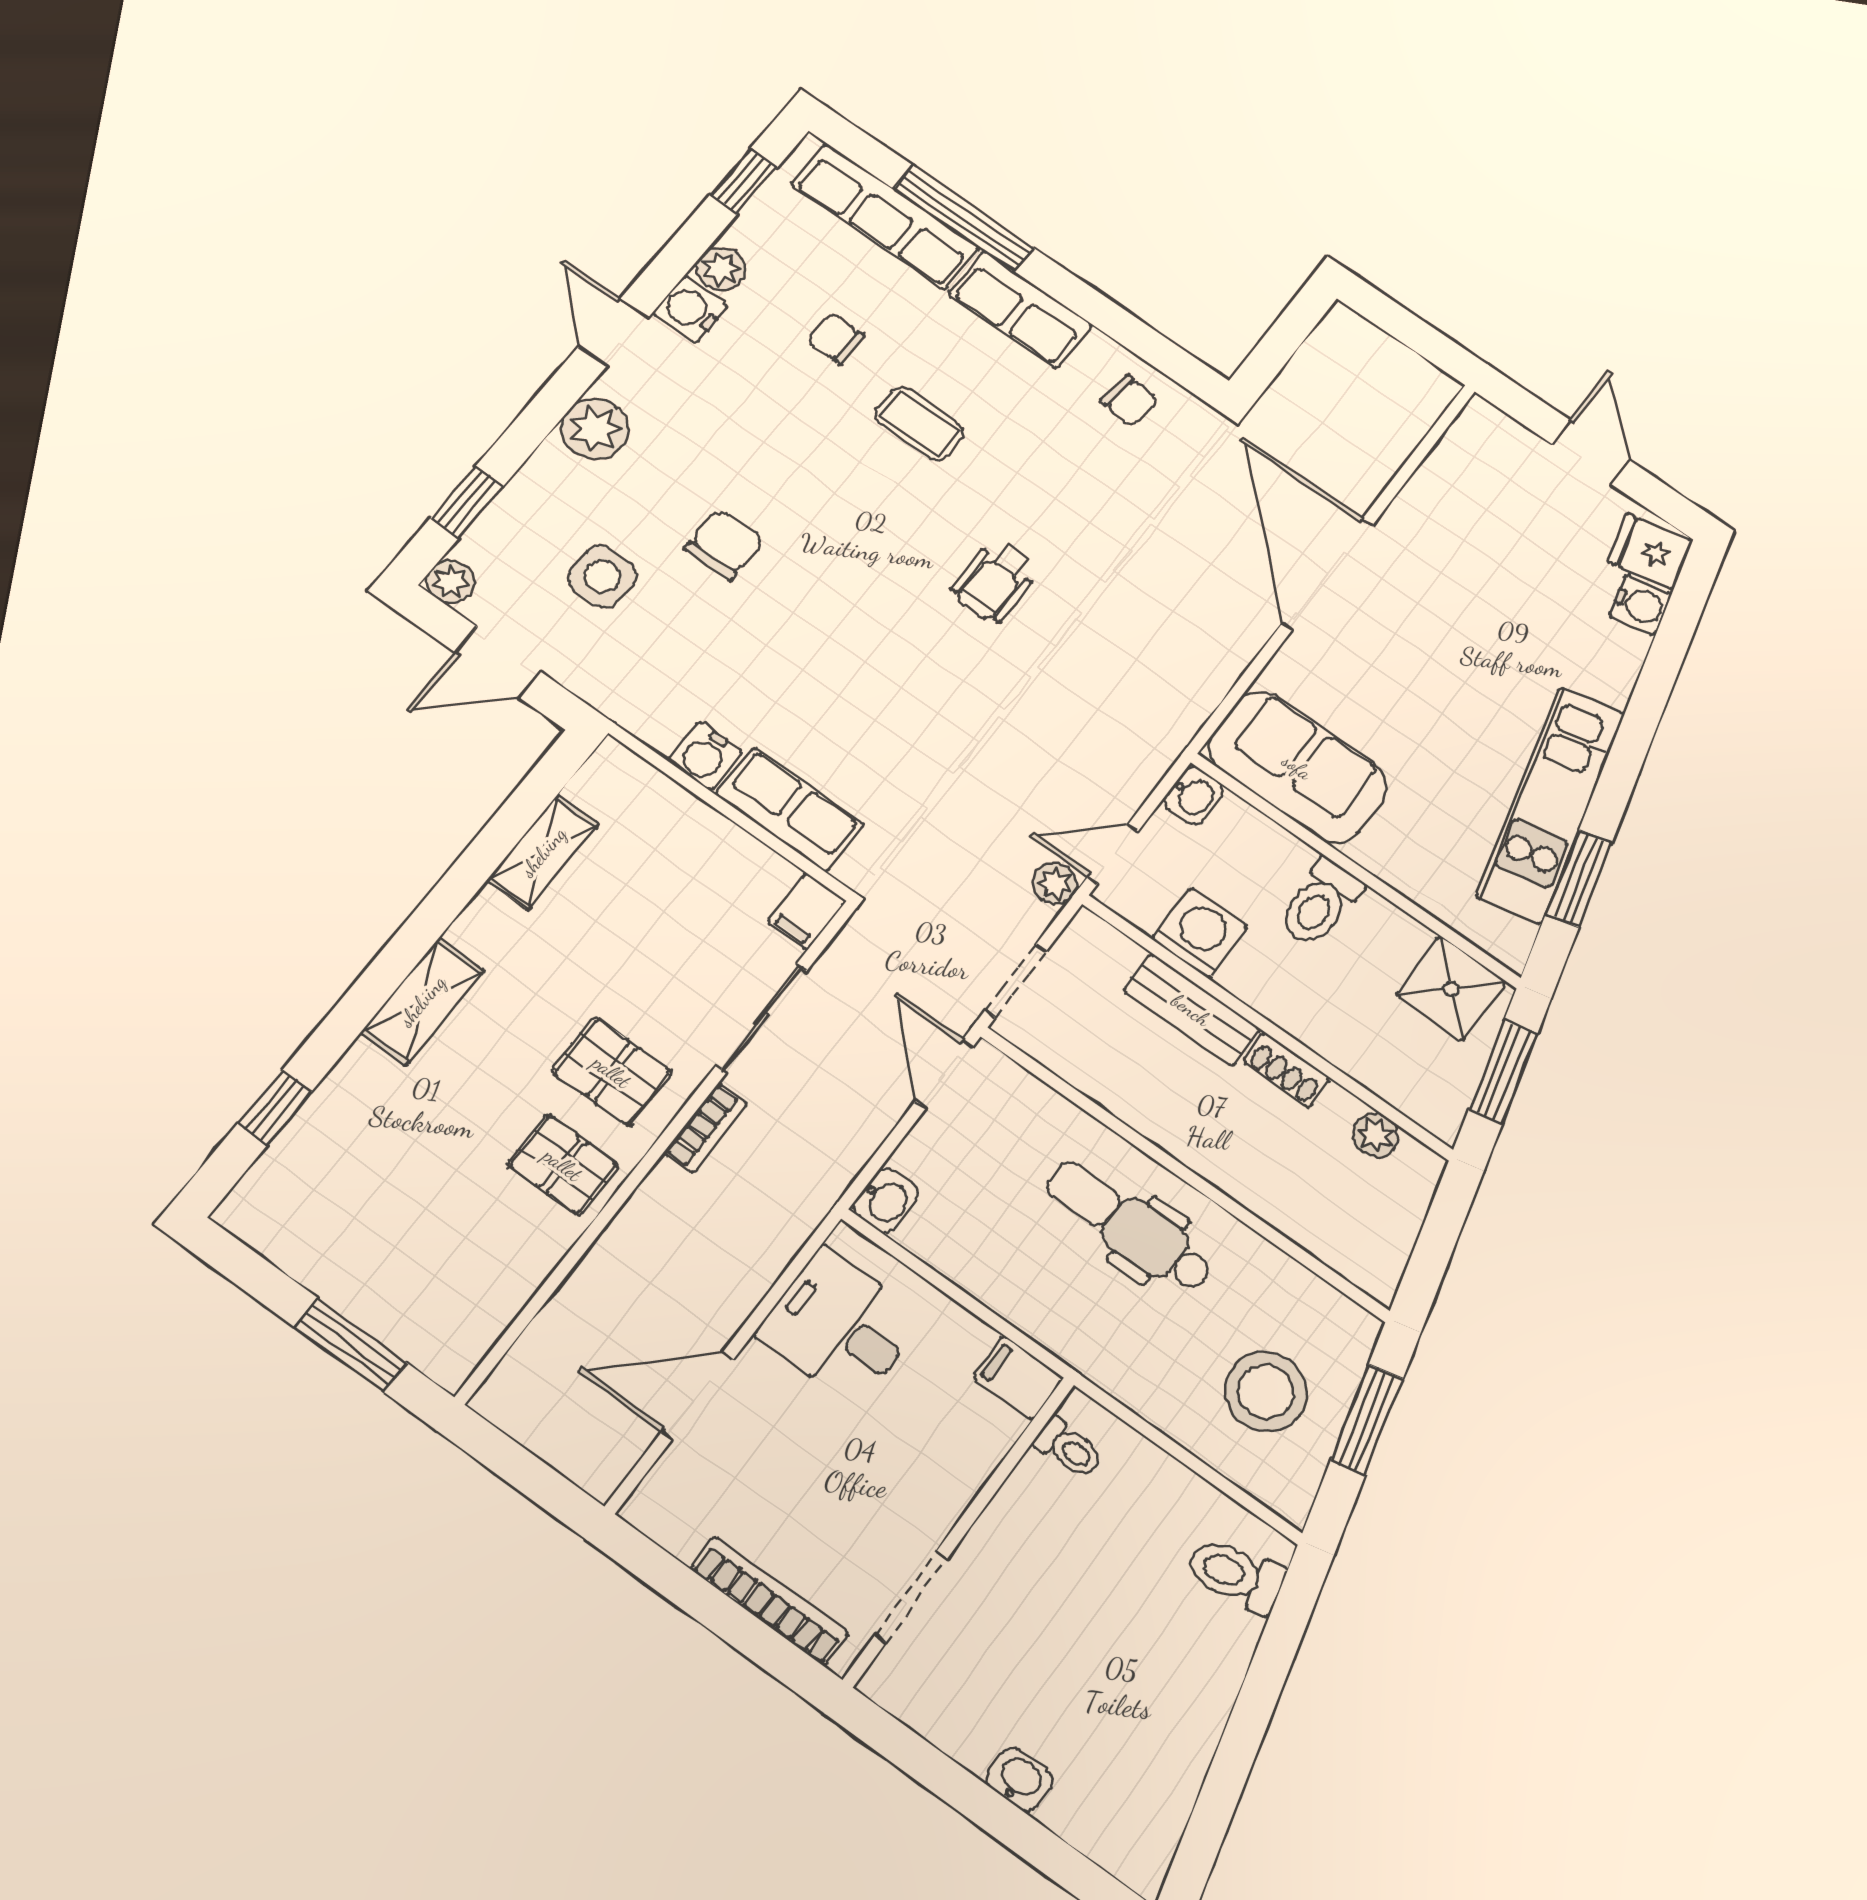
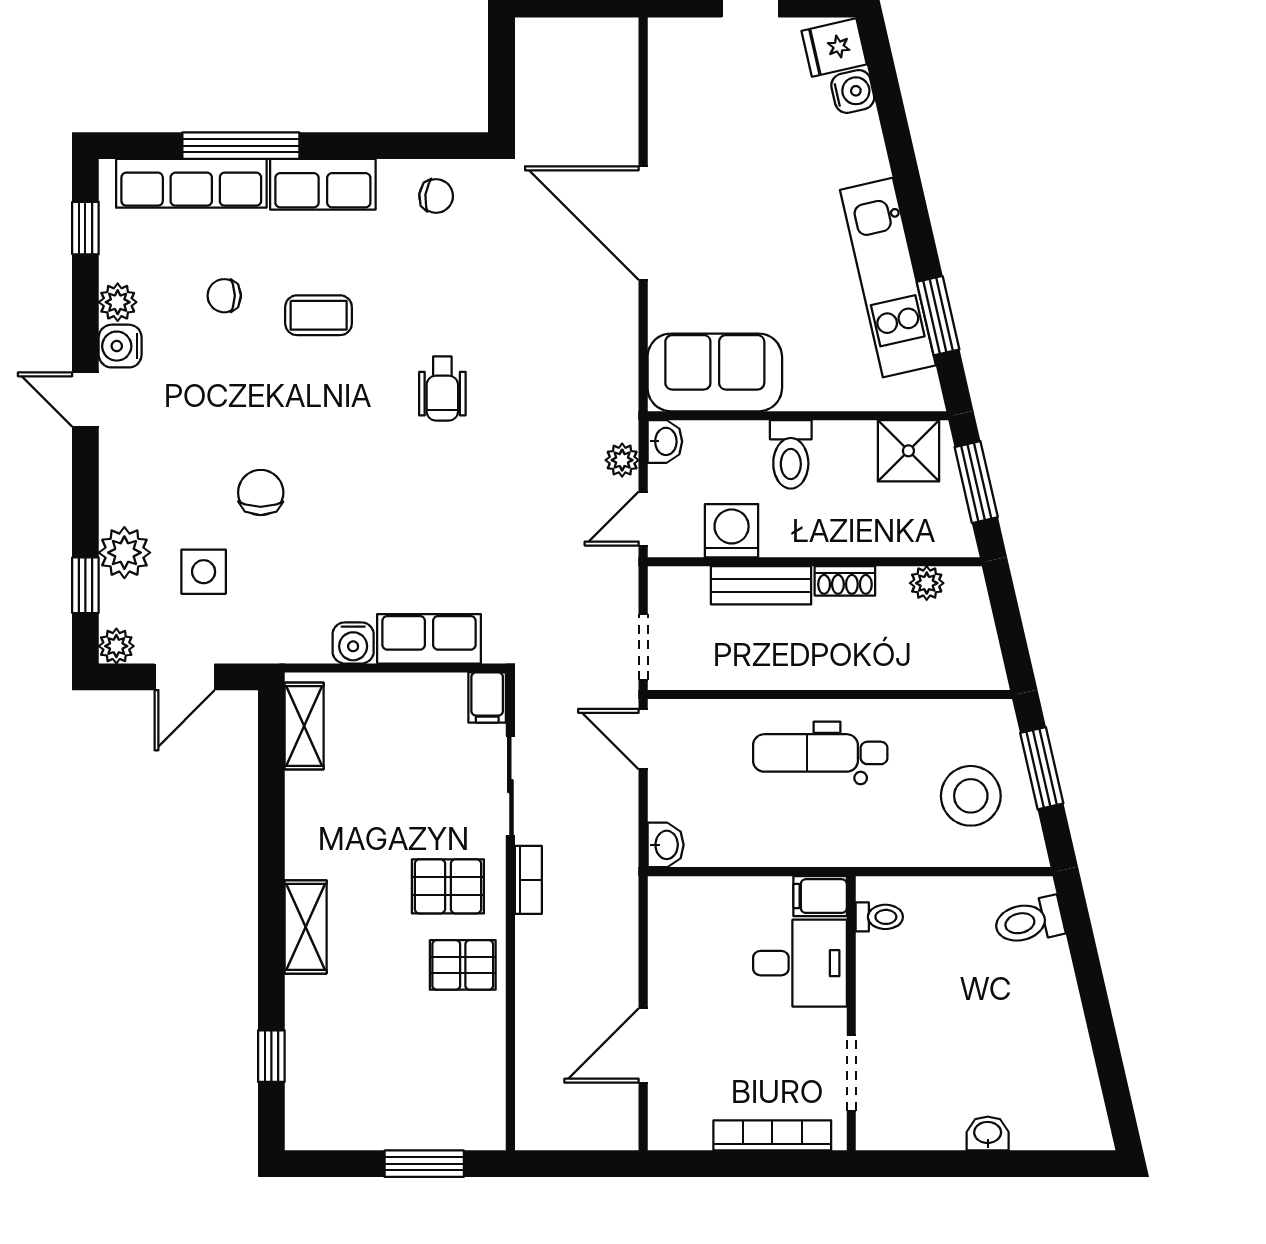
plant: (595, 429) -> (124, 553), moved
shelving: (543, 852) -> (304, 726), moved
plant: (1055, 884) -> (622, 460), moved
desk: (840, 1326) -> (800, 963), moved, turned 180

